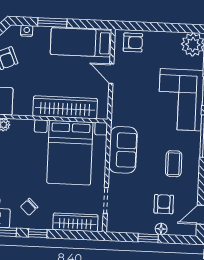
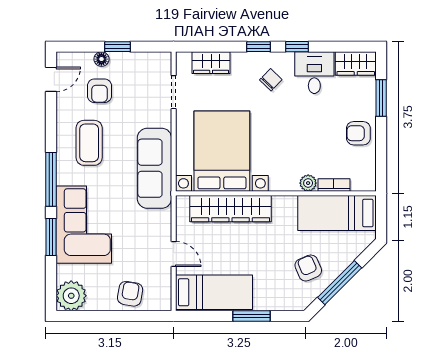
nightstand: (27, 31) -> (284, 304), removed
armchair: (133, 42) -> (130, 294), moved, turned 100
sofa: (123, 150) -> (154, 168), width x1.36
coffee table: (174, 164) -> (89, 143), width x1.36, depth x1.30
wardrobe: (75, 222) -> (211, 63), width x0.67

